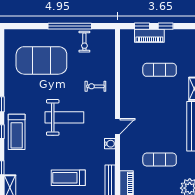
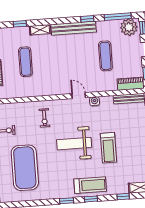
weight bench: (64, 117) -> (74, 144), turned -90
treadmill: (68, 178) -> (108, 148), moved

